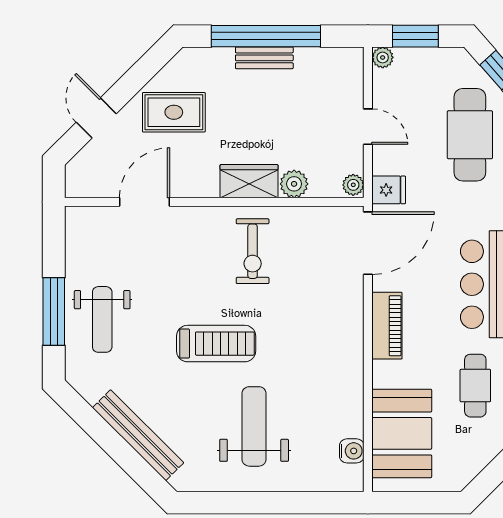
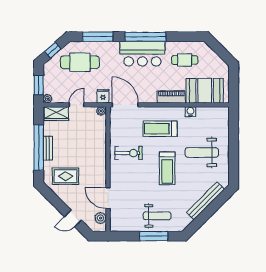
rug: (174, 112) -> (65, 176), moved, turned 90
wardrobe: (249, 181) -> (56, 114), moved, turned -90
plant: (294, 184) -> (100, 218), moved
piano: (387, 326) -> (171, 97), moved
treadmill: (311, 327) -> (160, 129), added
treadmill: (216, 344) -> (167, 168), turned 180
water cooler: (352, 451) -> (191, 112), moved

